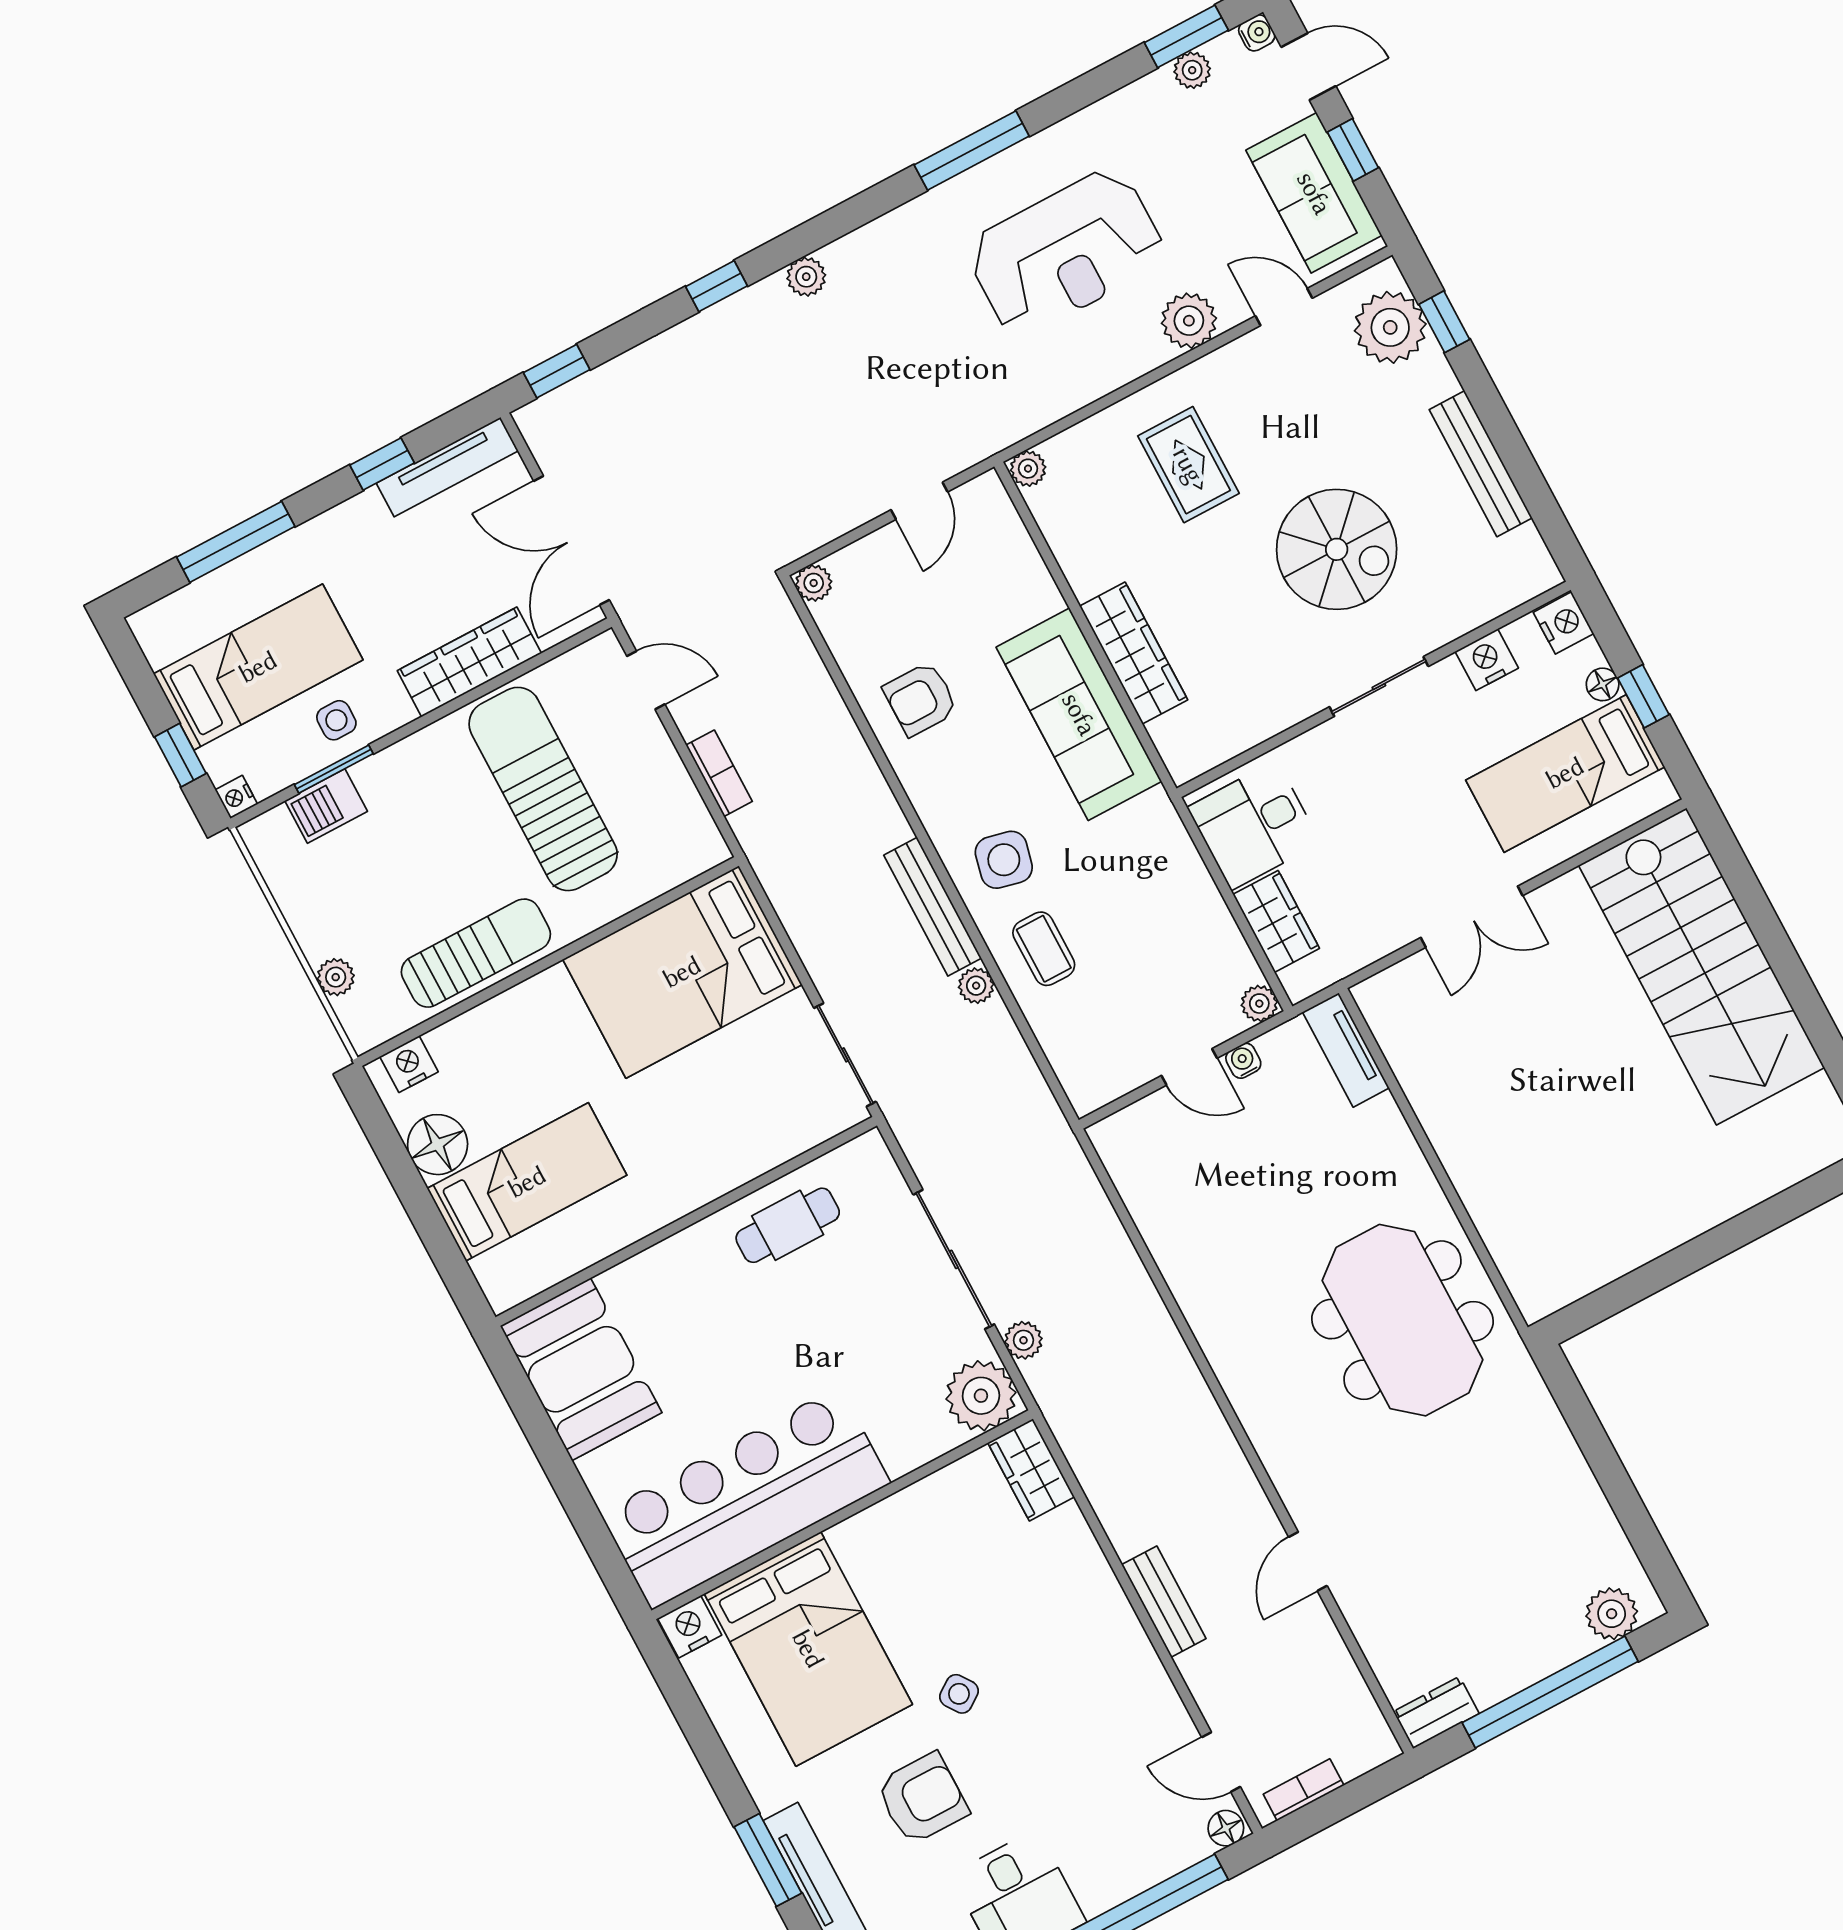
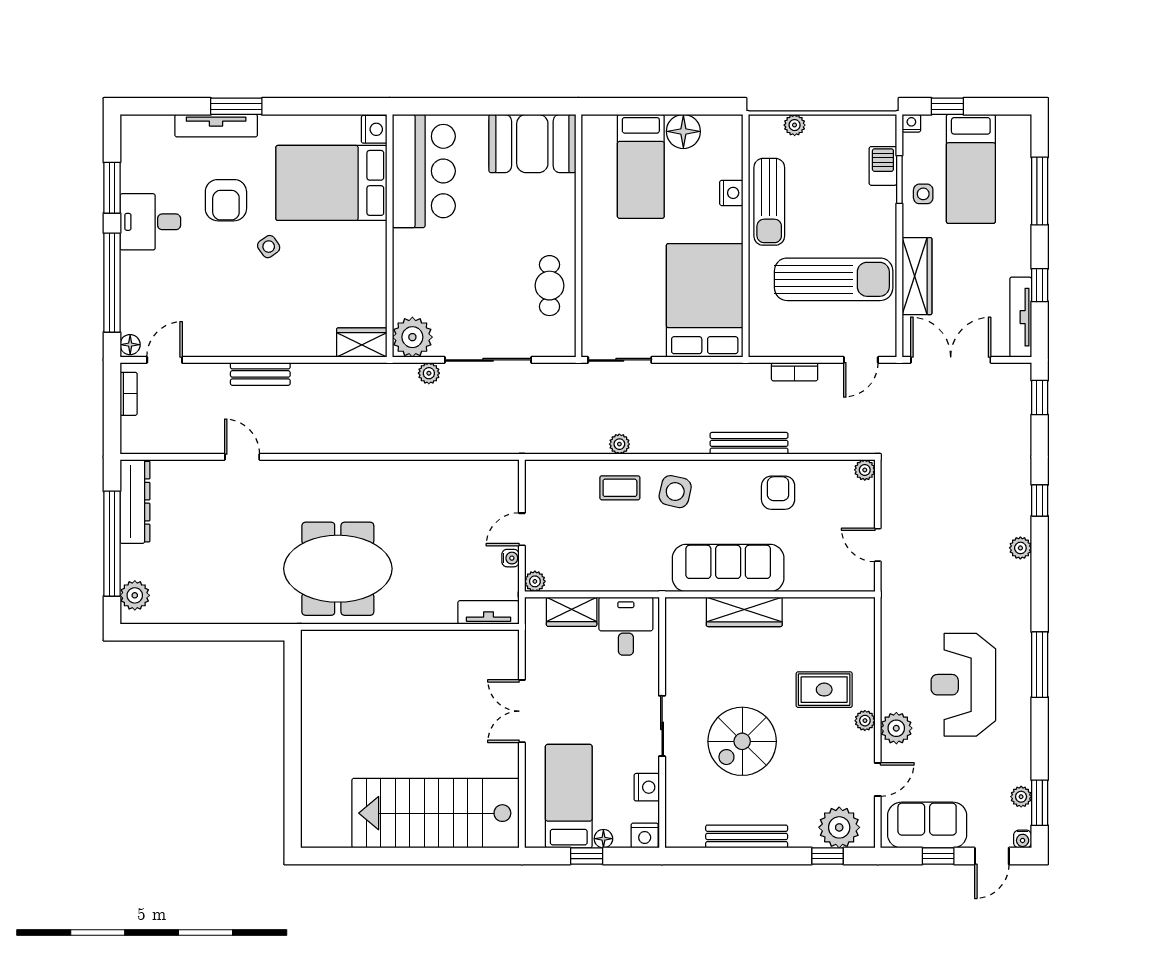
plant: (1028, 469) -> (865, 721), moved
bench: (933, 907) -> (749, 443), moved
nightstand: (409, 1064) -> (731, 193), moved
bar counter: (745, 1498) -> (424, 171), width x0.73
dresser: (1436, 1712) -> (135, 502), width x1.96, depth x1.24

